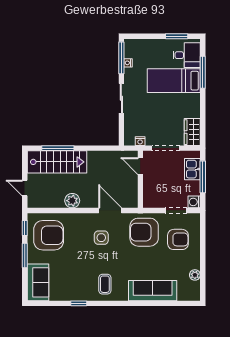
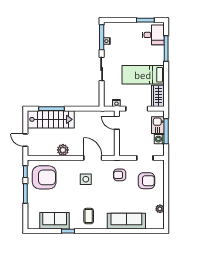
bed: (174, 81) -> (143, 75), moved
washing machine: (194, 202) -> (159, 139), moved
armchair: (144, 232) -> (120, 175), width x0.53, depth x0.53
sofa: (38, 282) -> (55, 221), moved, turned -90

